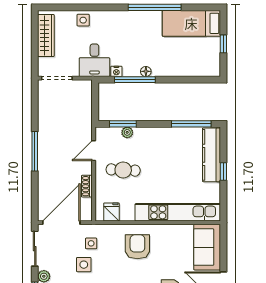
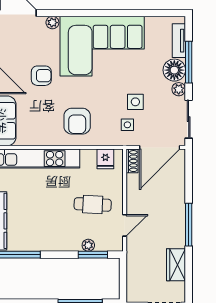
wardrobe: (46, 115) -> (176, 265), added
shoe rack: (87, 186) -> (132, 161), moved

